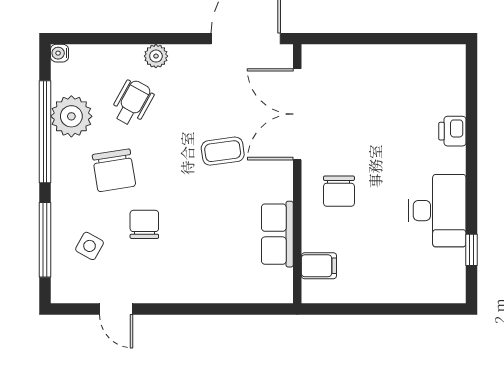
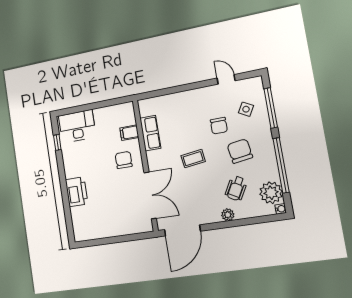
plant: (71, 116) -> (271, 193), moved
printer: (452, 131) -> (77, 192), width x1.87, depth x1.48
coffee table: (223, 151) -> (193, 159), moved
desk: (437, 211) -> (77, 126), moved, turned 90
filing cabinet: (319, 266) -> (129, 133), moved

